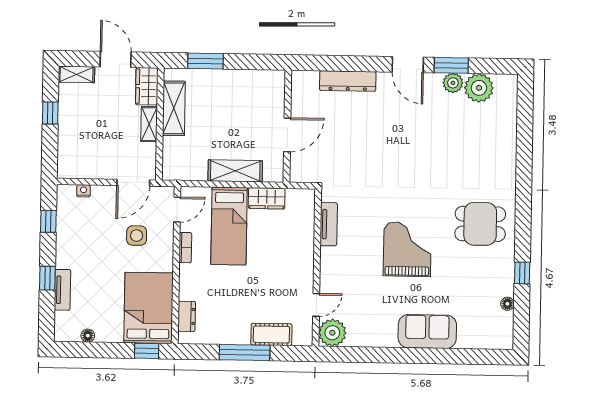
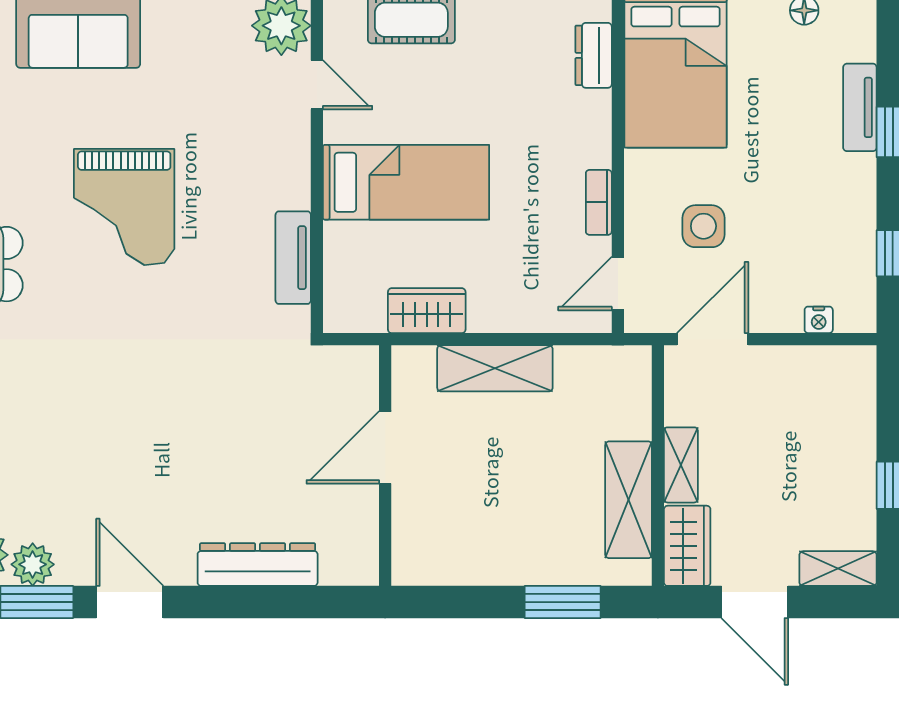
bed: (229, 226) -> (406, 182), moved, turned 90
door: (316, 305) -> (317, 85), swing flipped

